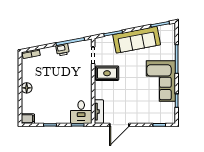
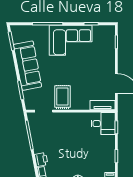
printer: (63, 50) -> (41, 160), moved

